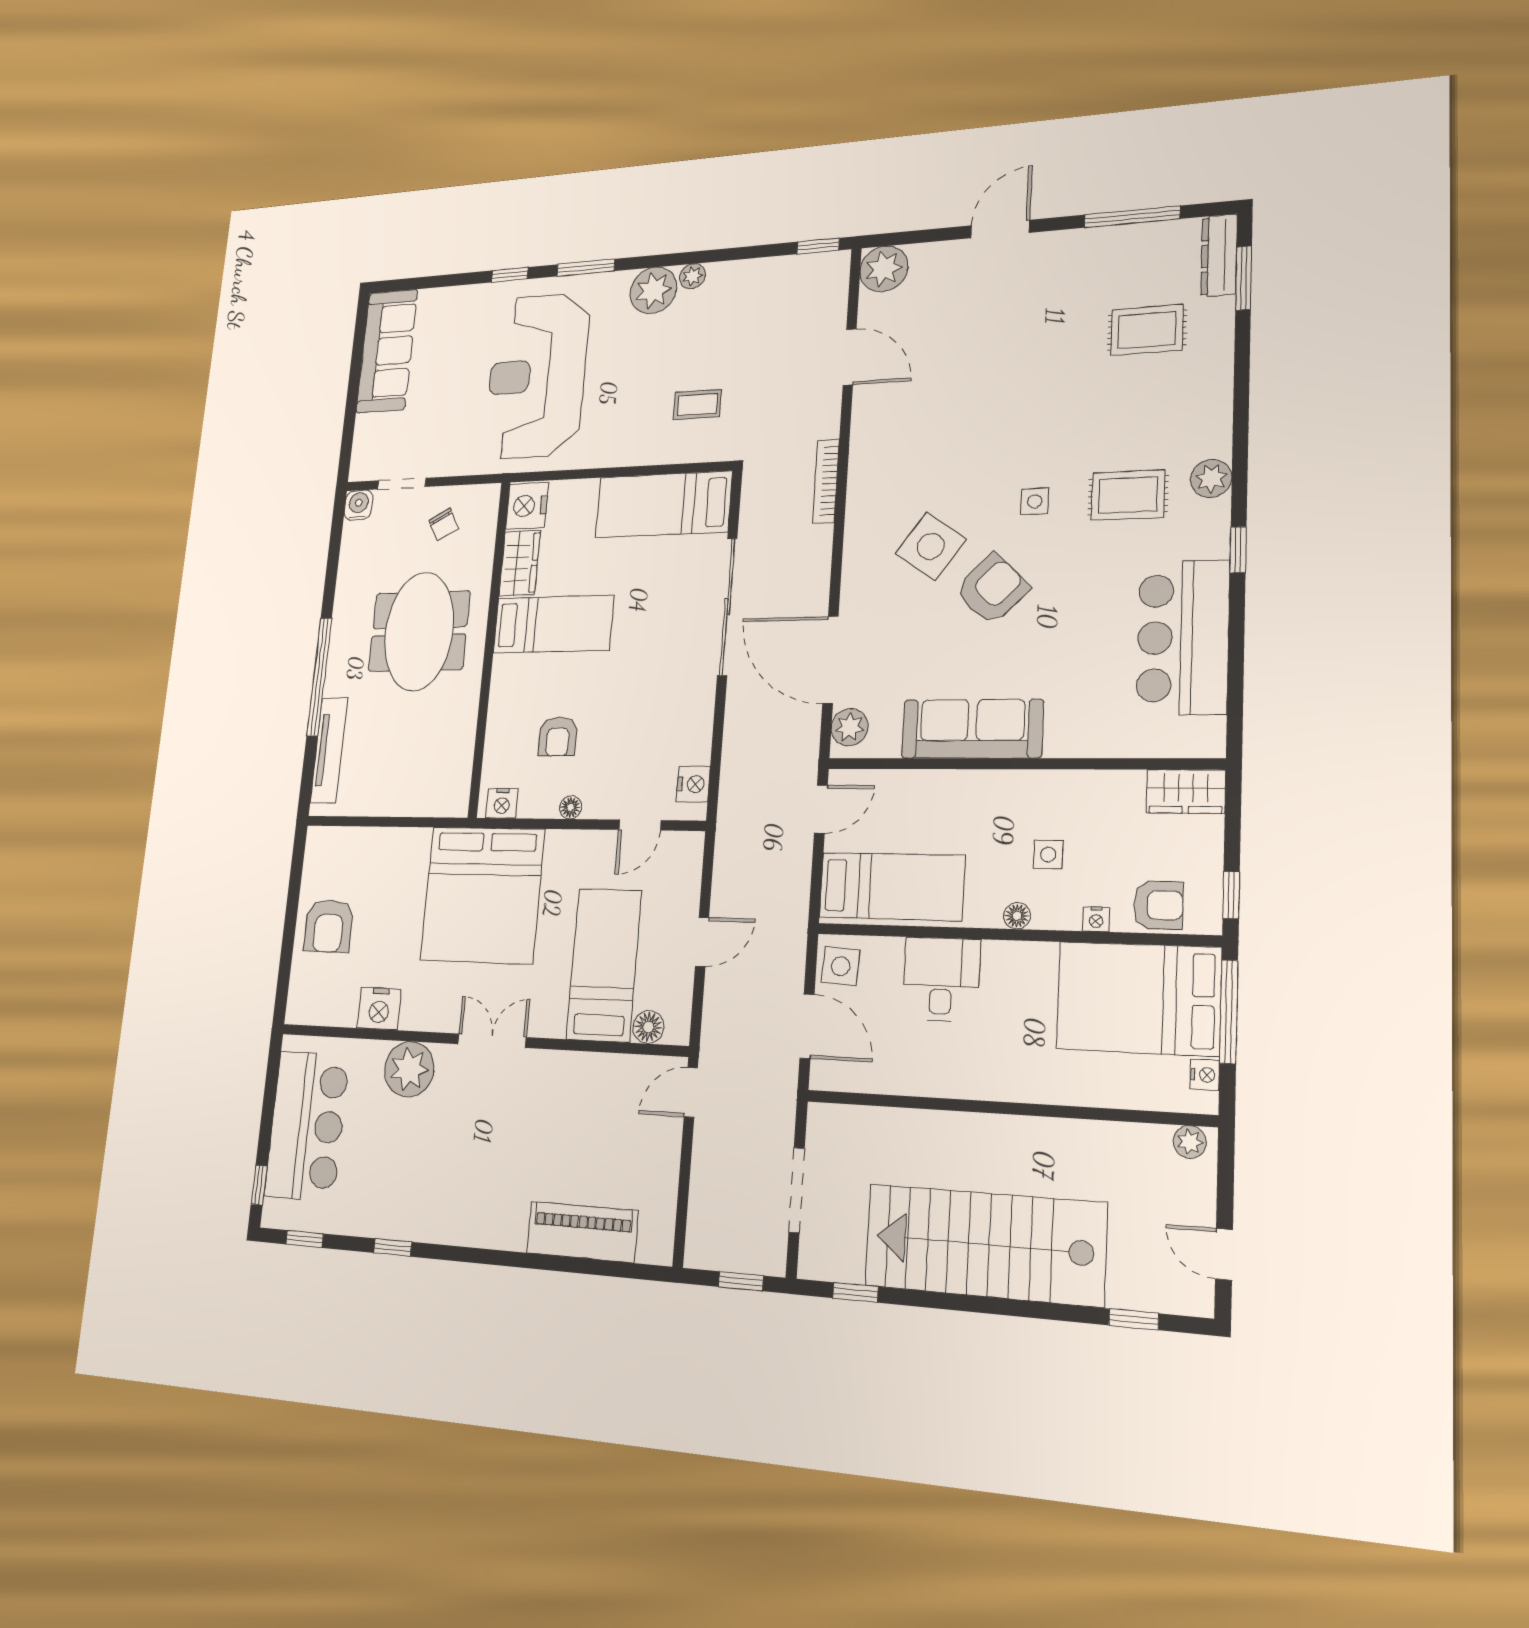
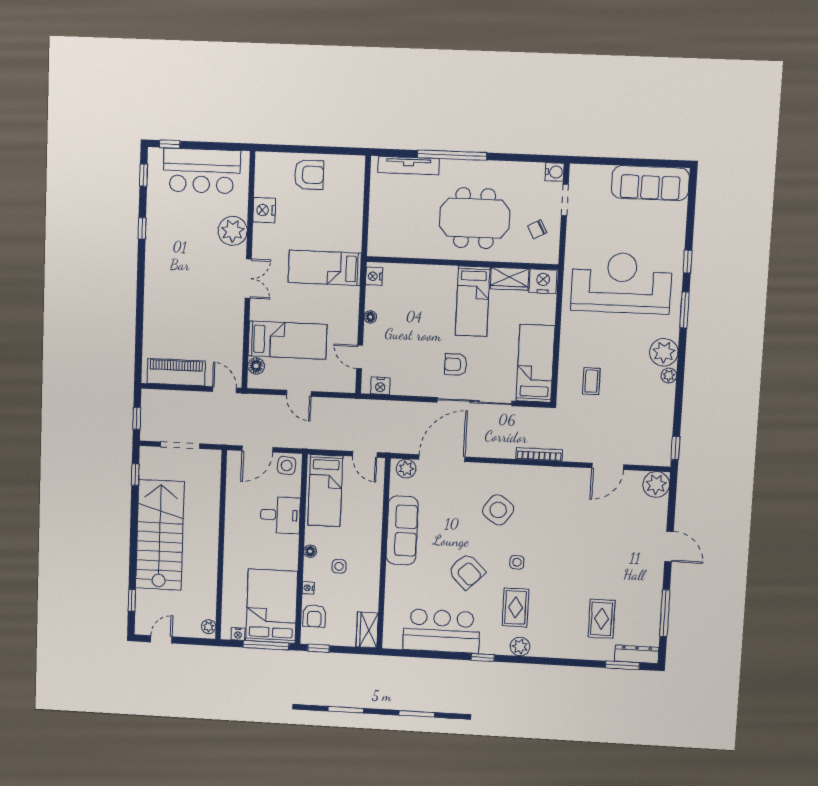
armchair: (992, 589) -> (467, 571), moved
armchair: (558, 737) -> (456, 365), moved
bed: (482, 895) -> (325, 268), width x0.49
armchair: (329, 926) -> (309, 175), turned 180
piano: (582, 1232) -> (176, 372), moved, turned -90

